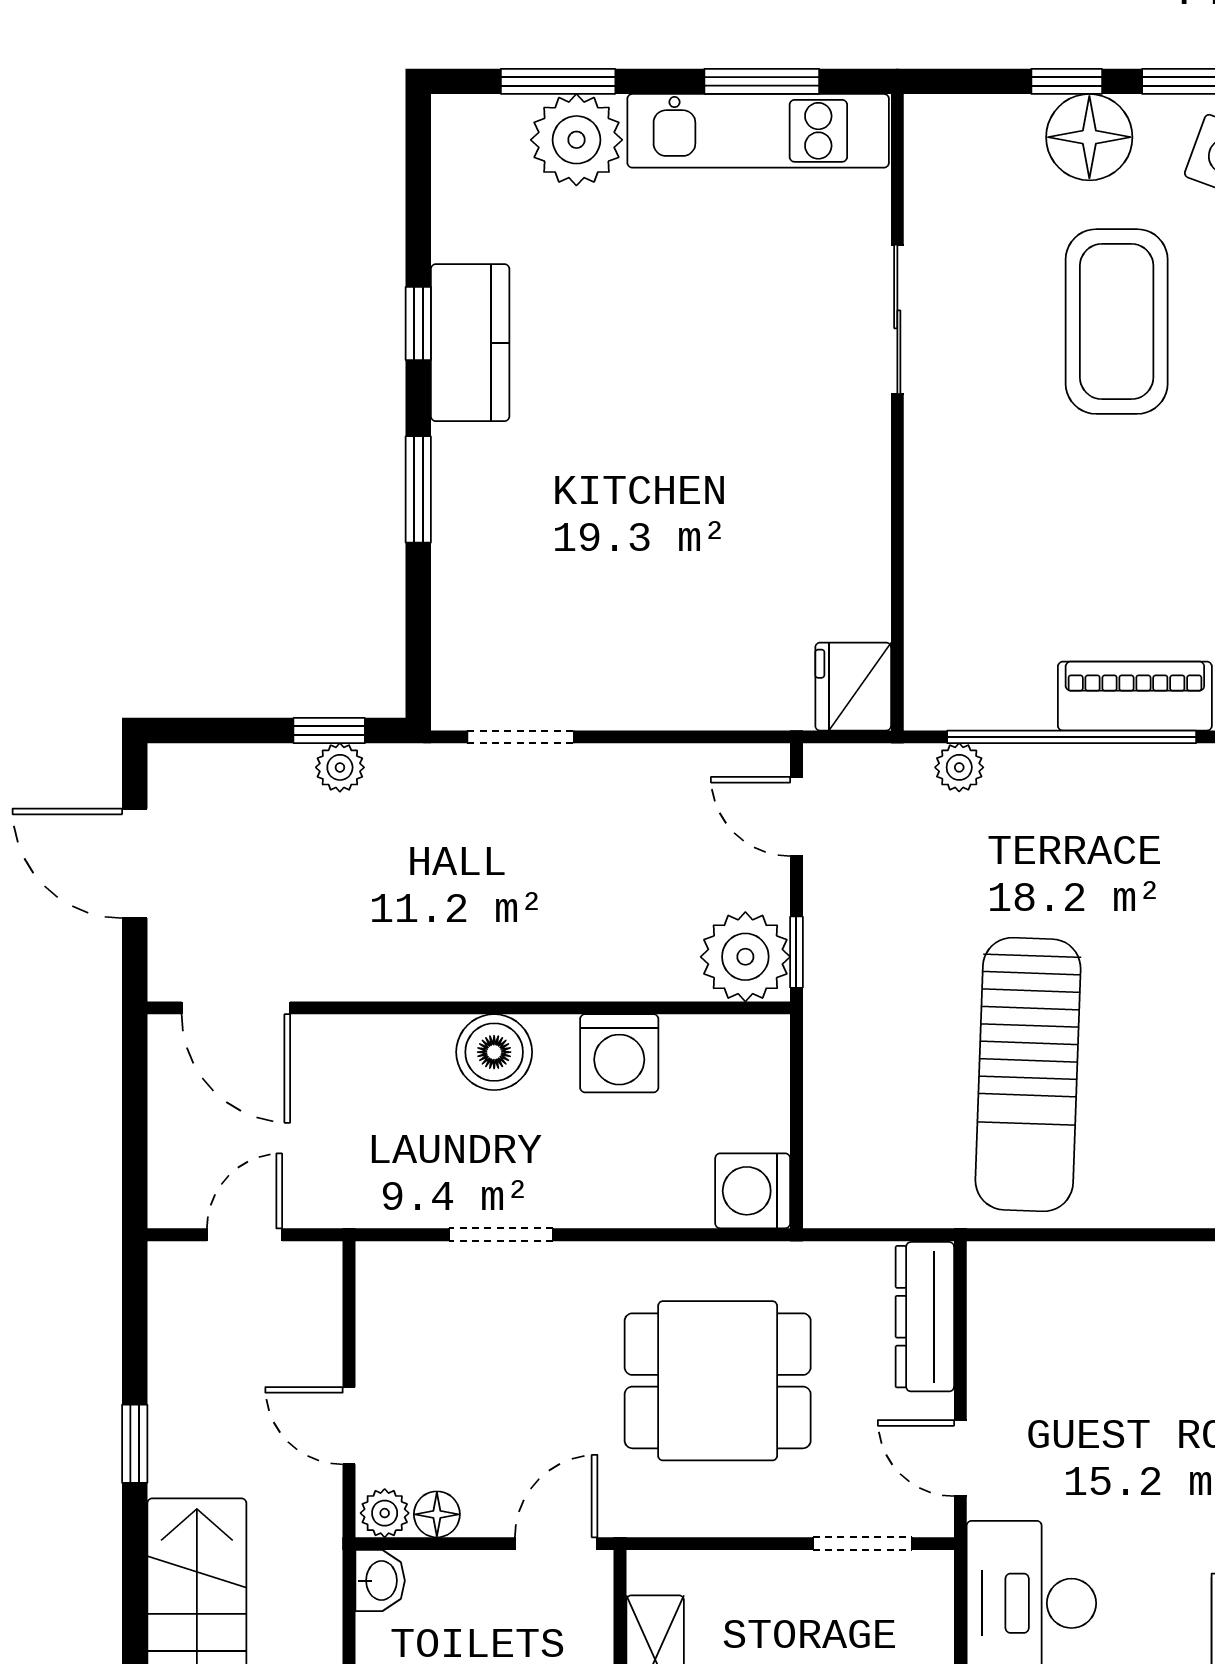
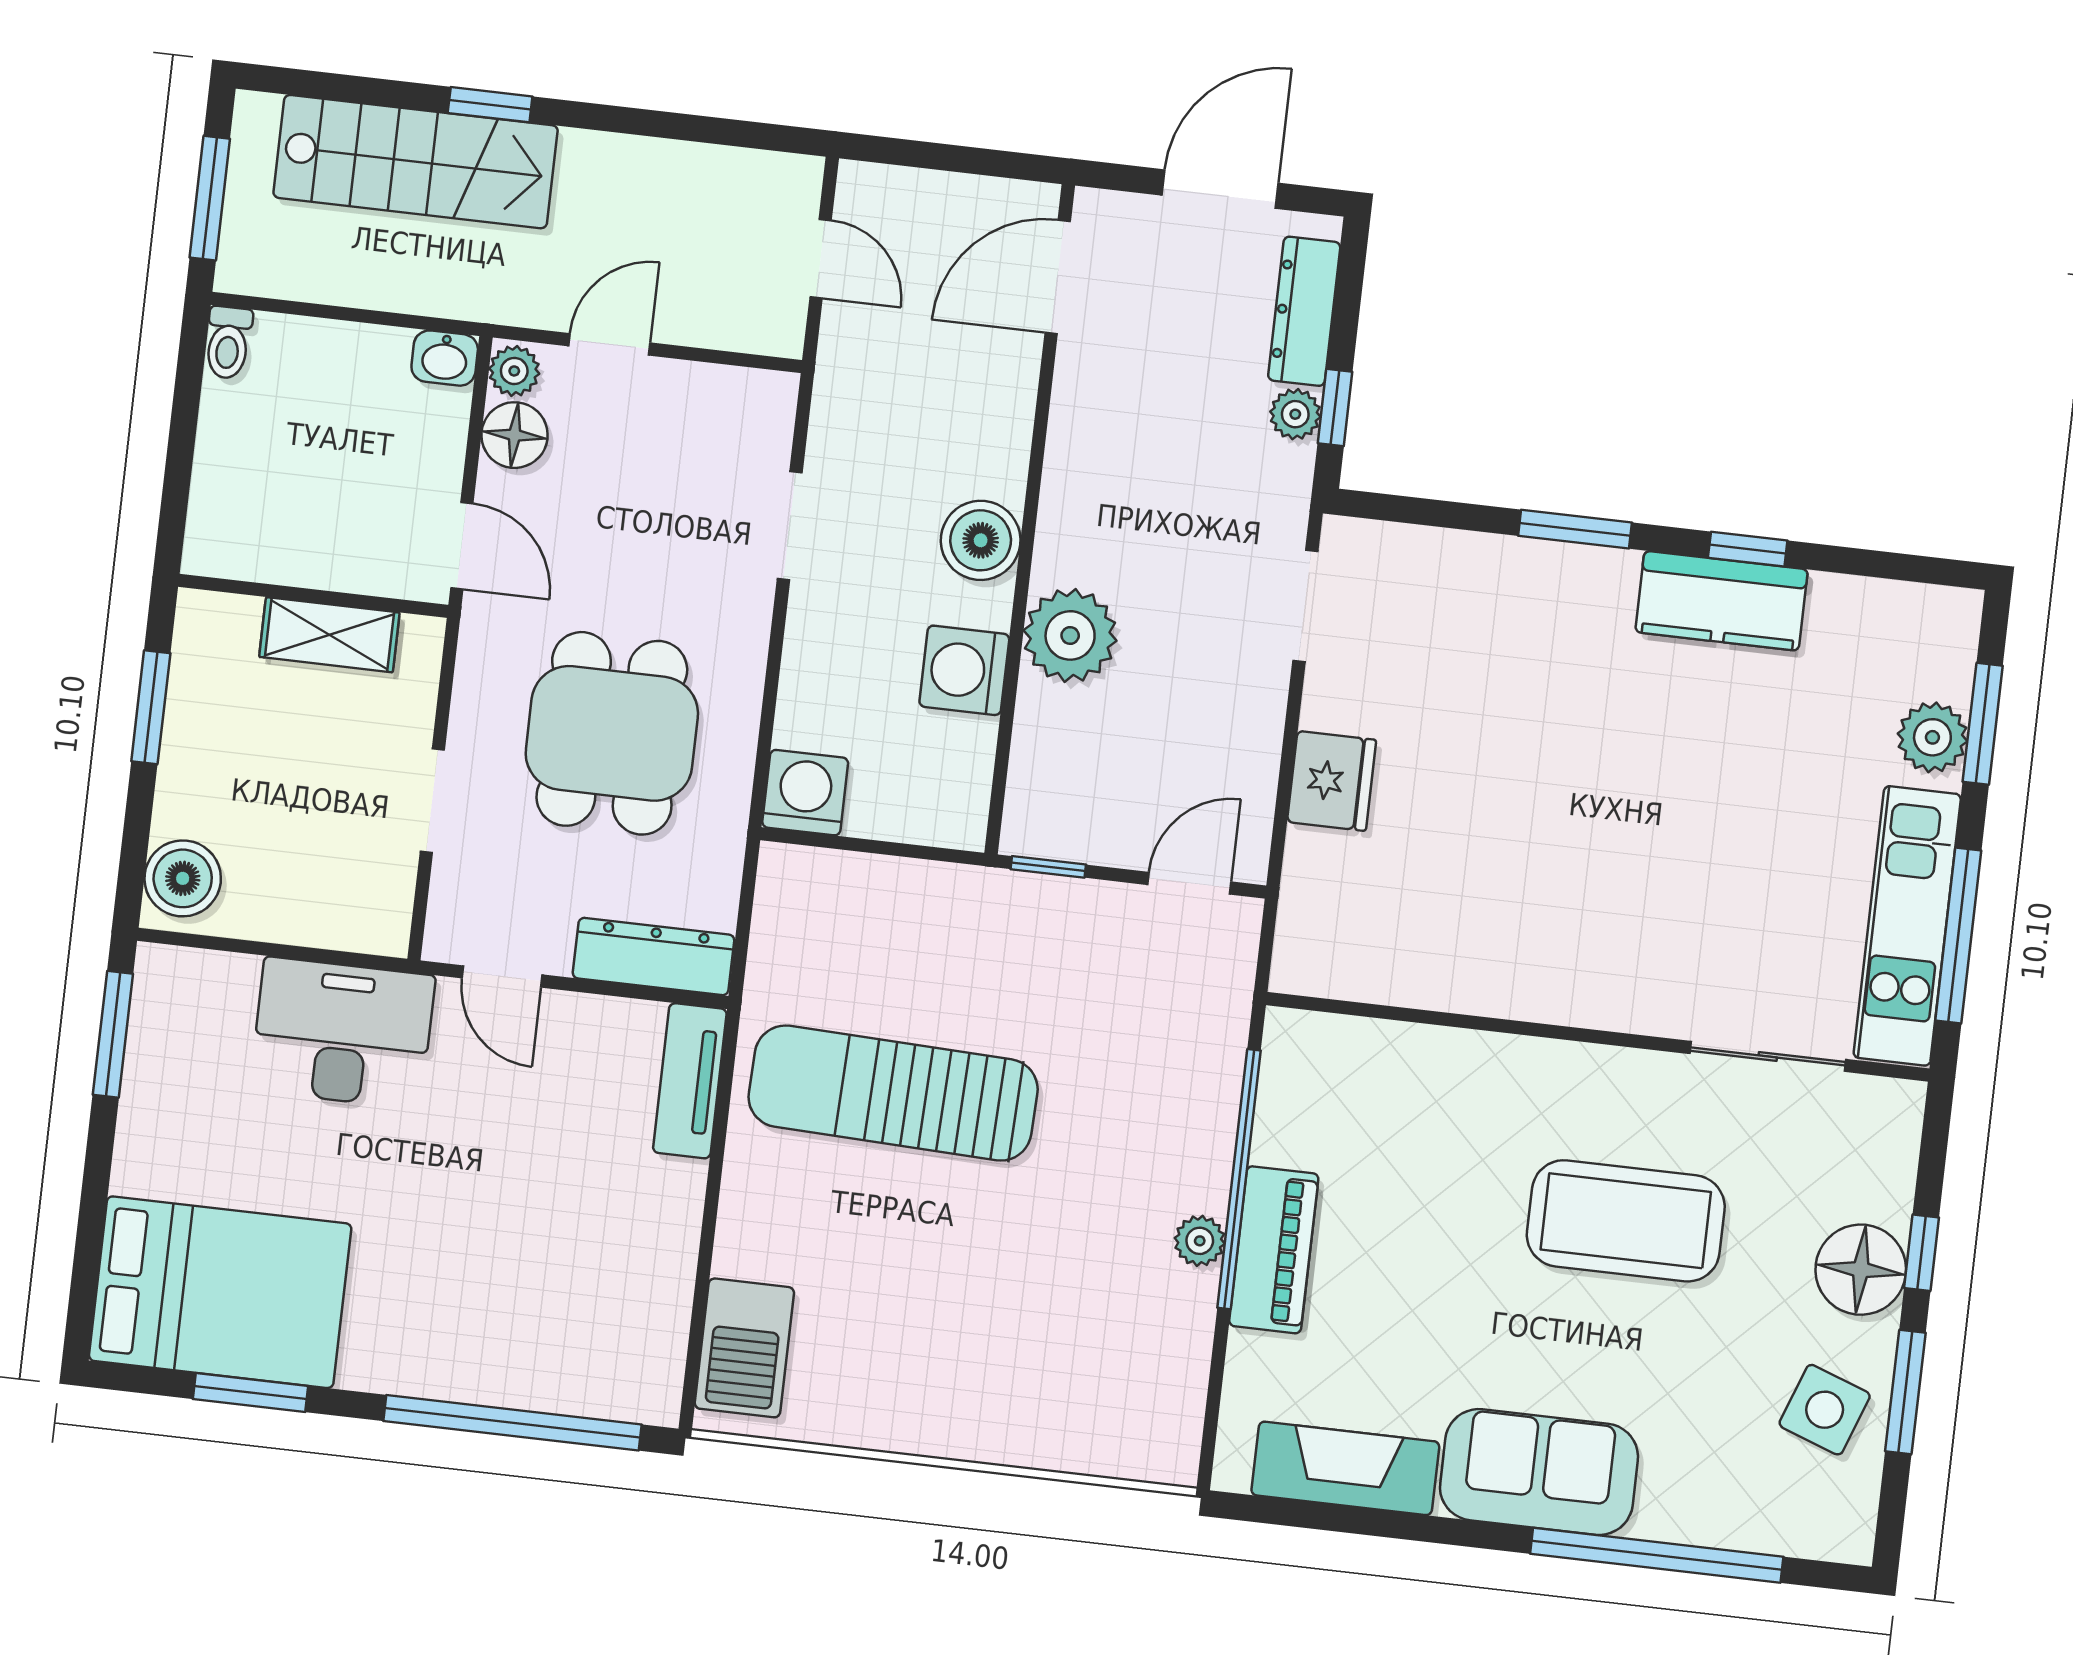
window: (762, 81) -> (1958, 936), width x1.44
plant: (576, 140) -> (1932, 737), width x0.73, depth x0.73
sliding door: (897, 319) -> (1768, 1056), moved
coffee table: (1117, 322) -> (1626, 1221), moved
fridge: (853, 687) -> (1332, 781), moved, turned 90
plant: (959, 767) -> (1200, 1241), moved
dresser: (241, 770) -> (1304, 311), added
plant: (745, 957) -> (1070, 635), moved
tv unit: (1039, 1269) -> (690, 1081), added
window: (135, 1444) -> (490, 105), moved
door: (960, 1458) -> (502, 976), swing flipped
floor lamp: (437, 1514) -> (515, 435), width x1.37, depth x1.37
doorway: (862, 1544) -> (432, 801), moved

